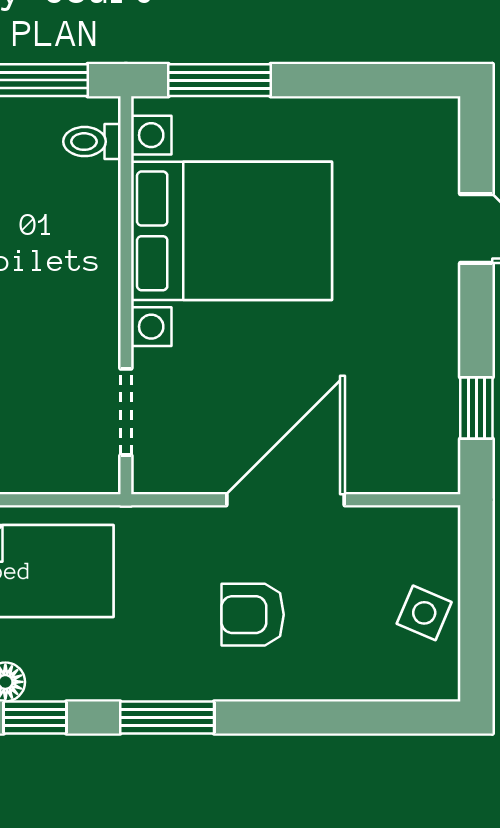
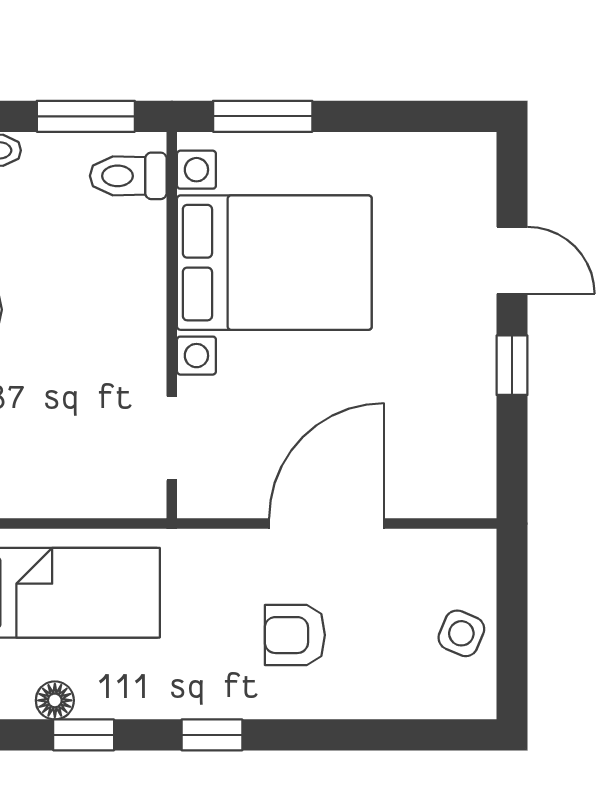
toilet: (92, 142) -> (128, 176), width x1.37, depth x1.39
window: (476, 408) -> (512, 365), moved
window: (167, 718) -> (212, 735), width x0.67

